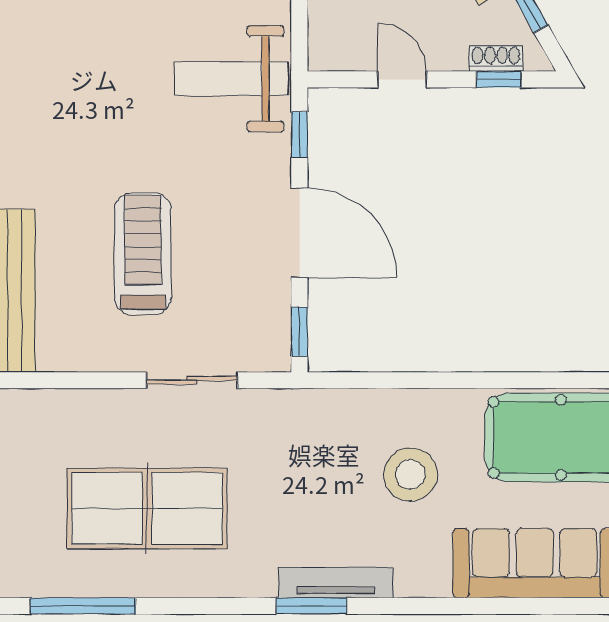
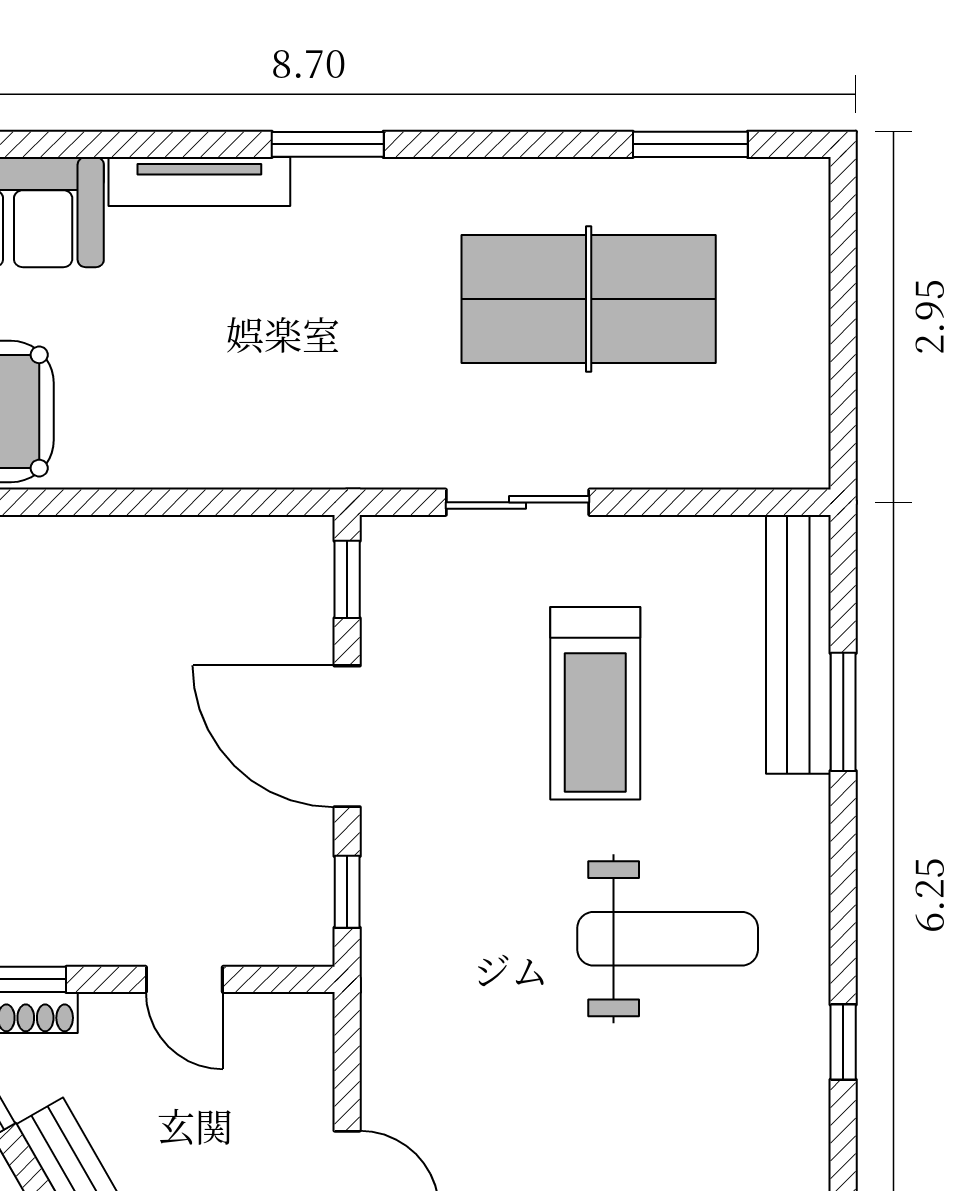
weight bench: (231, 79) -> (668, 939), moved
stool: (410, 474) -> (171, 353), removed
tv unit: (336, 582) -> (199, 182), moved
window: (83, 606) -> (690, 144), width x0.69

